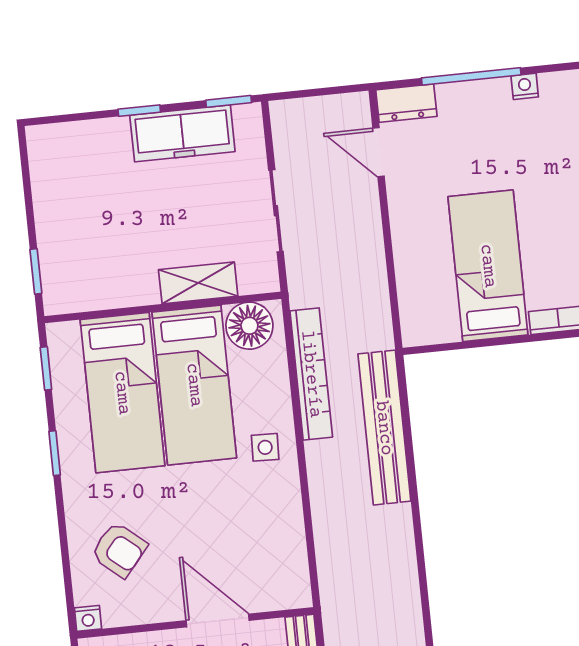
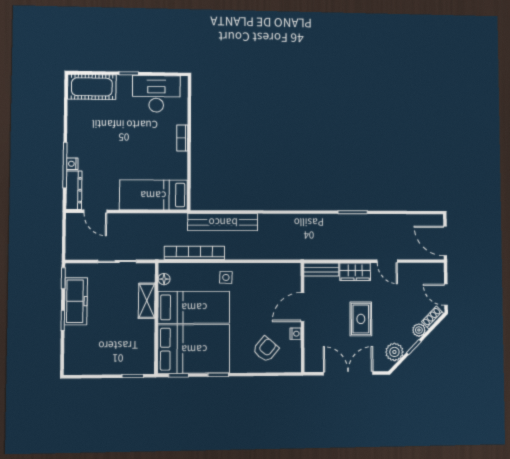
nightstand: (525, 86) -> (72, 164), moved
dresser: (406, 103) -> (74, 190), width x1.44
door: (379, 152) -> (95, 211), hinge flipped
bed: (488, 266) -> (153, 195), moved
floor lamp: (249, 326) -> (164, 279), width x0.53, depth x0.53
bed: (122, 393) -> (194, 349), width x1.50
nightstand: (88, 618) -> (295, 334), moved

